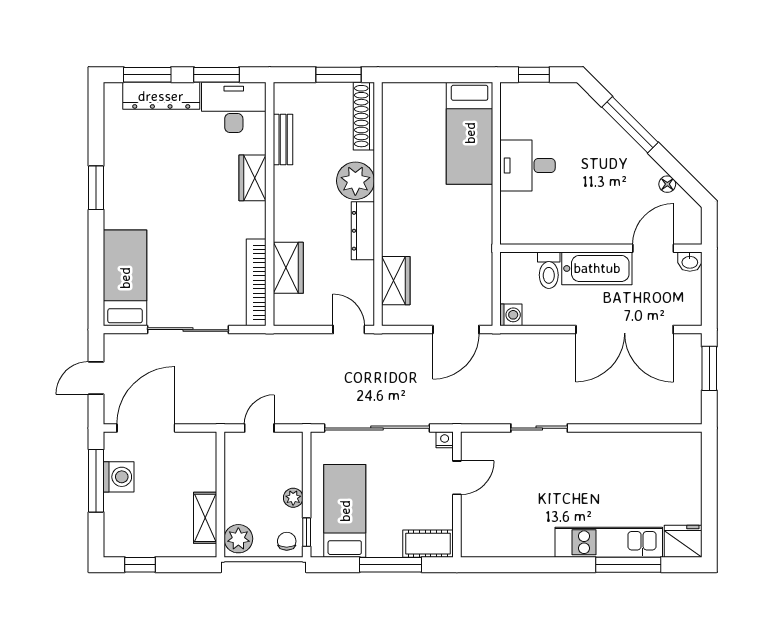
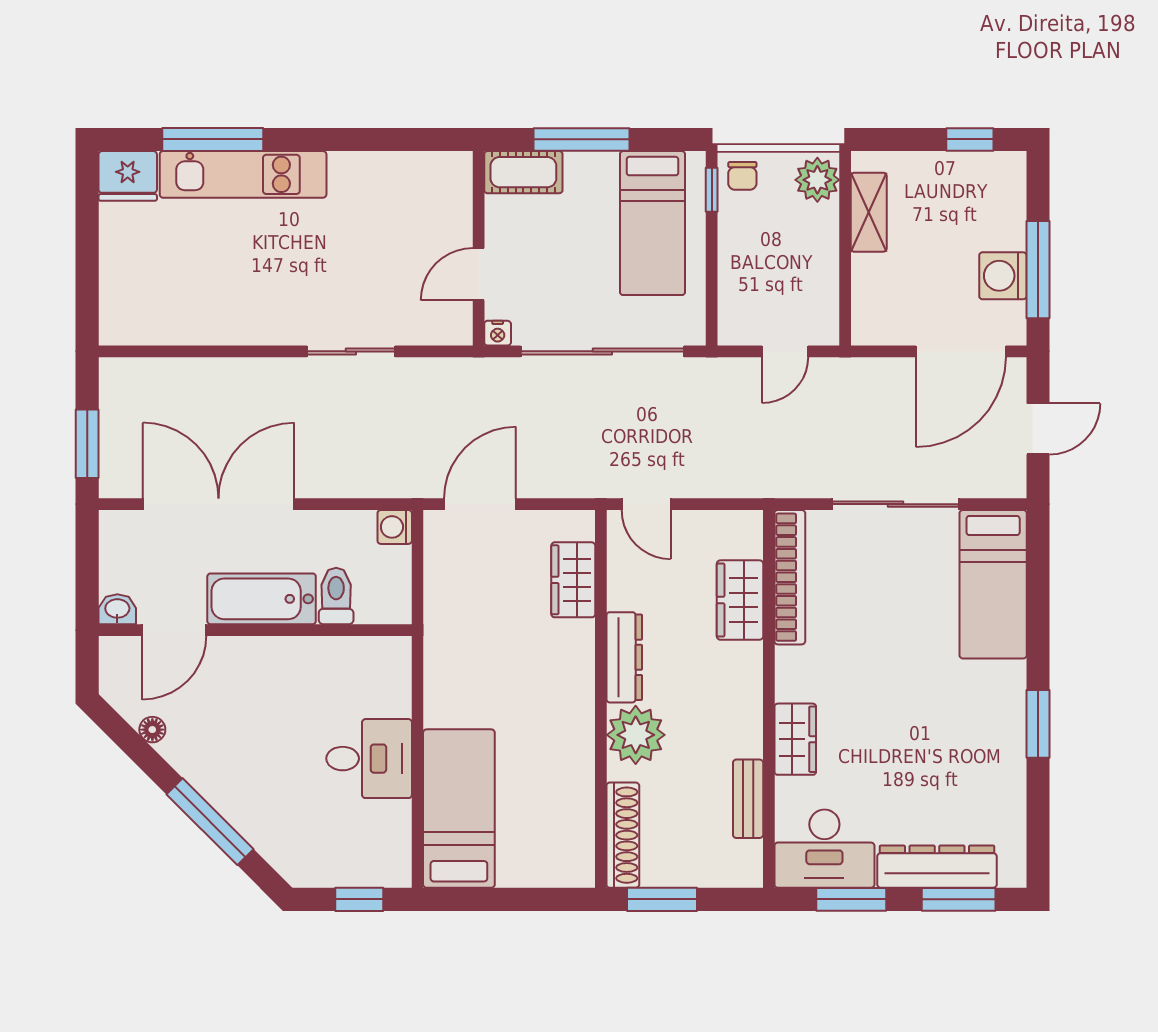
plant: (293, 498) -> (732, 243), removed

